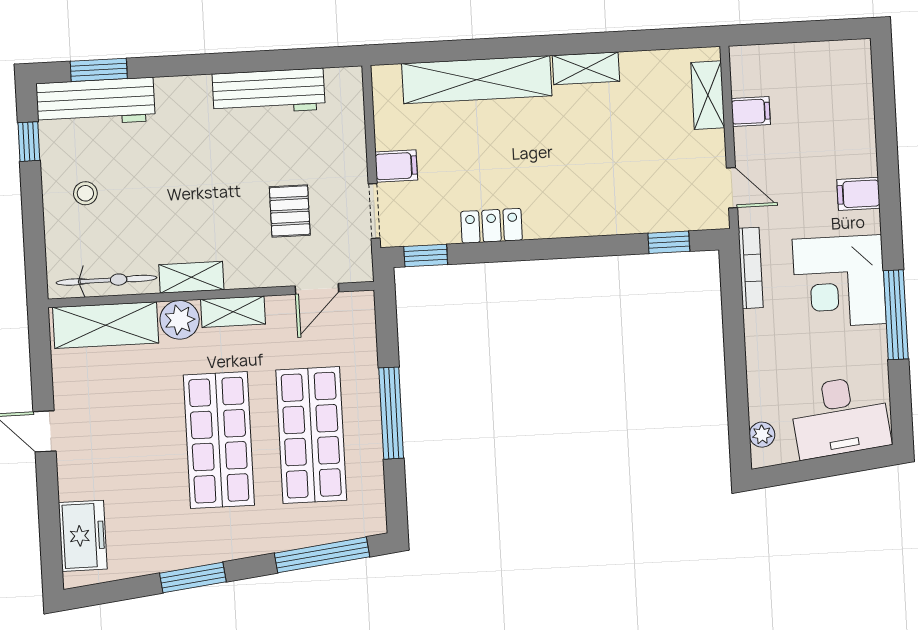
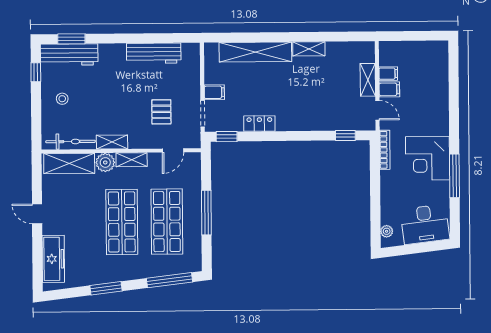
shelving: (708, 95) -> (368, 80), moved
filing cabinet: (858, 194) -> (389, 89), moved, turned 180
freezer: (83, 536) -> (53, 259), width x1.40

